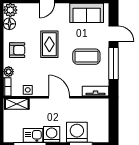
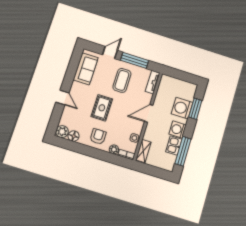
rug: (49, 44) -> (102, 108), turned 90

